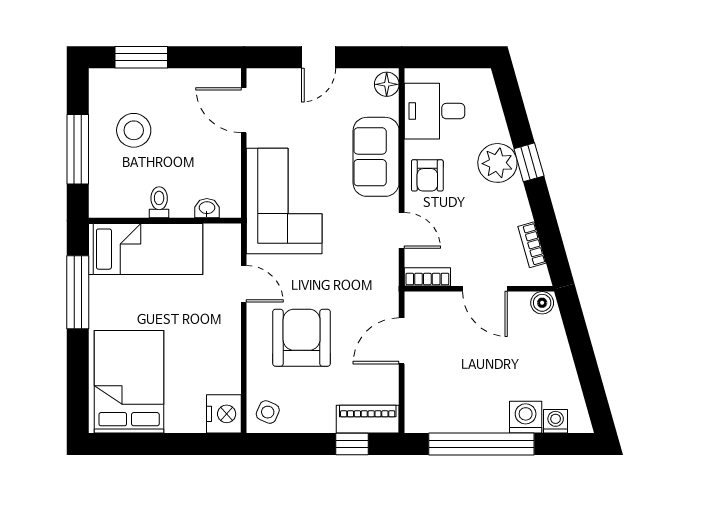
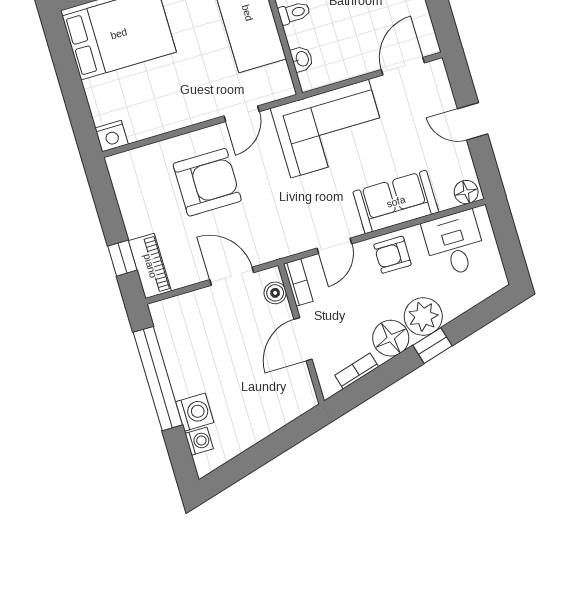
floor lamp: (509, 201) -> (391, 338), added
boiler: (542, 303) -> (275, 293), moved
side table: (268, 412) -> (129, 171), removed
nightstand: (224, 414) -> (112, 136), width x0.74, depth x0.75

